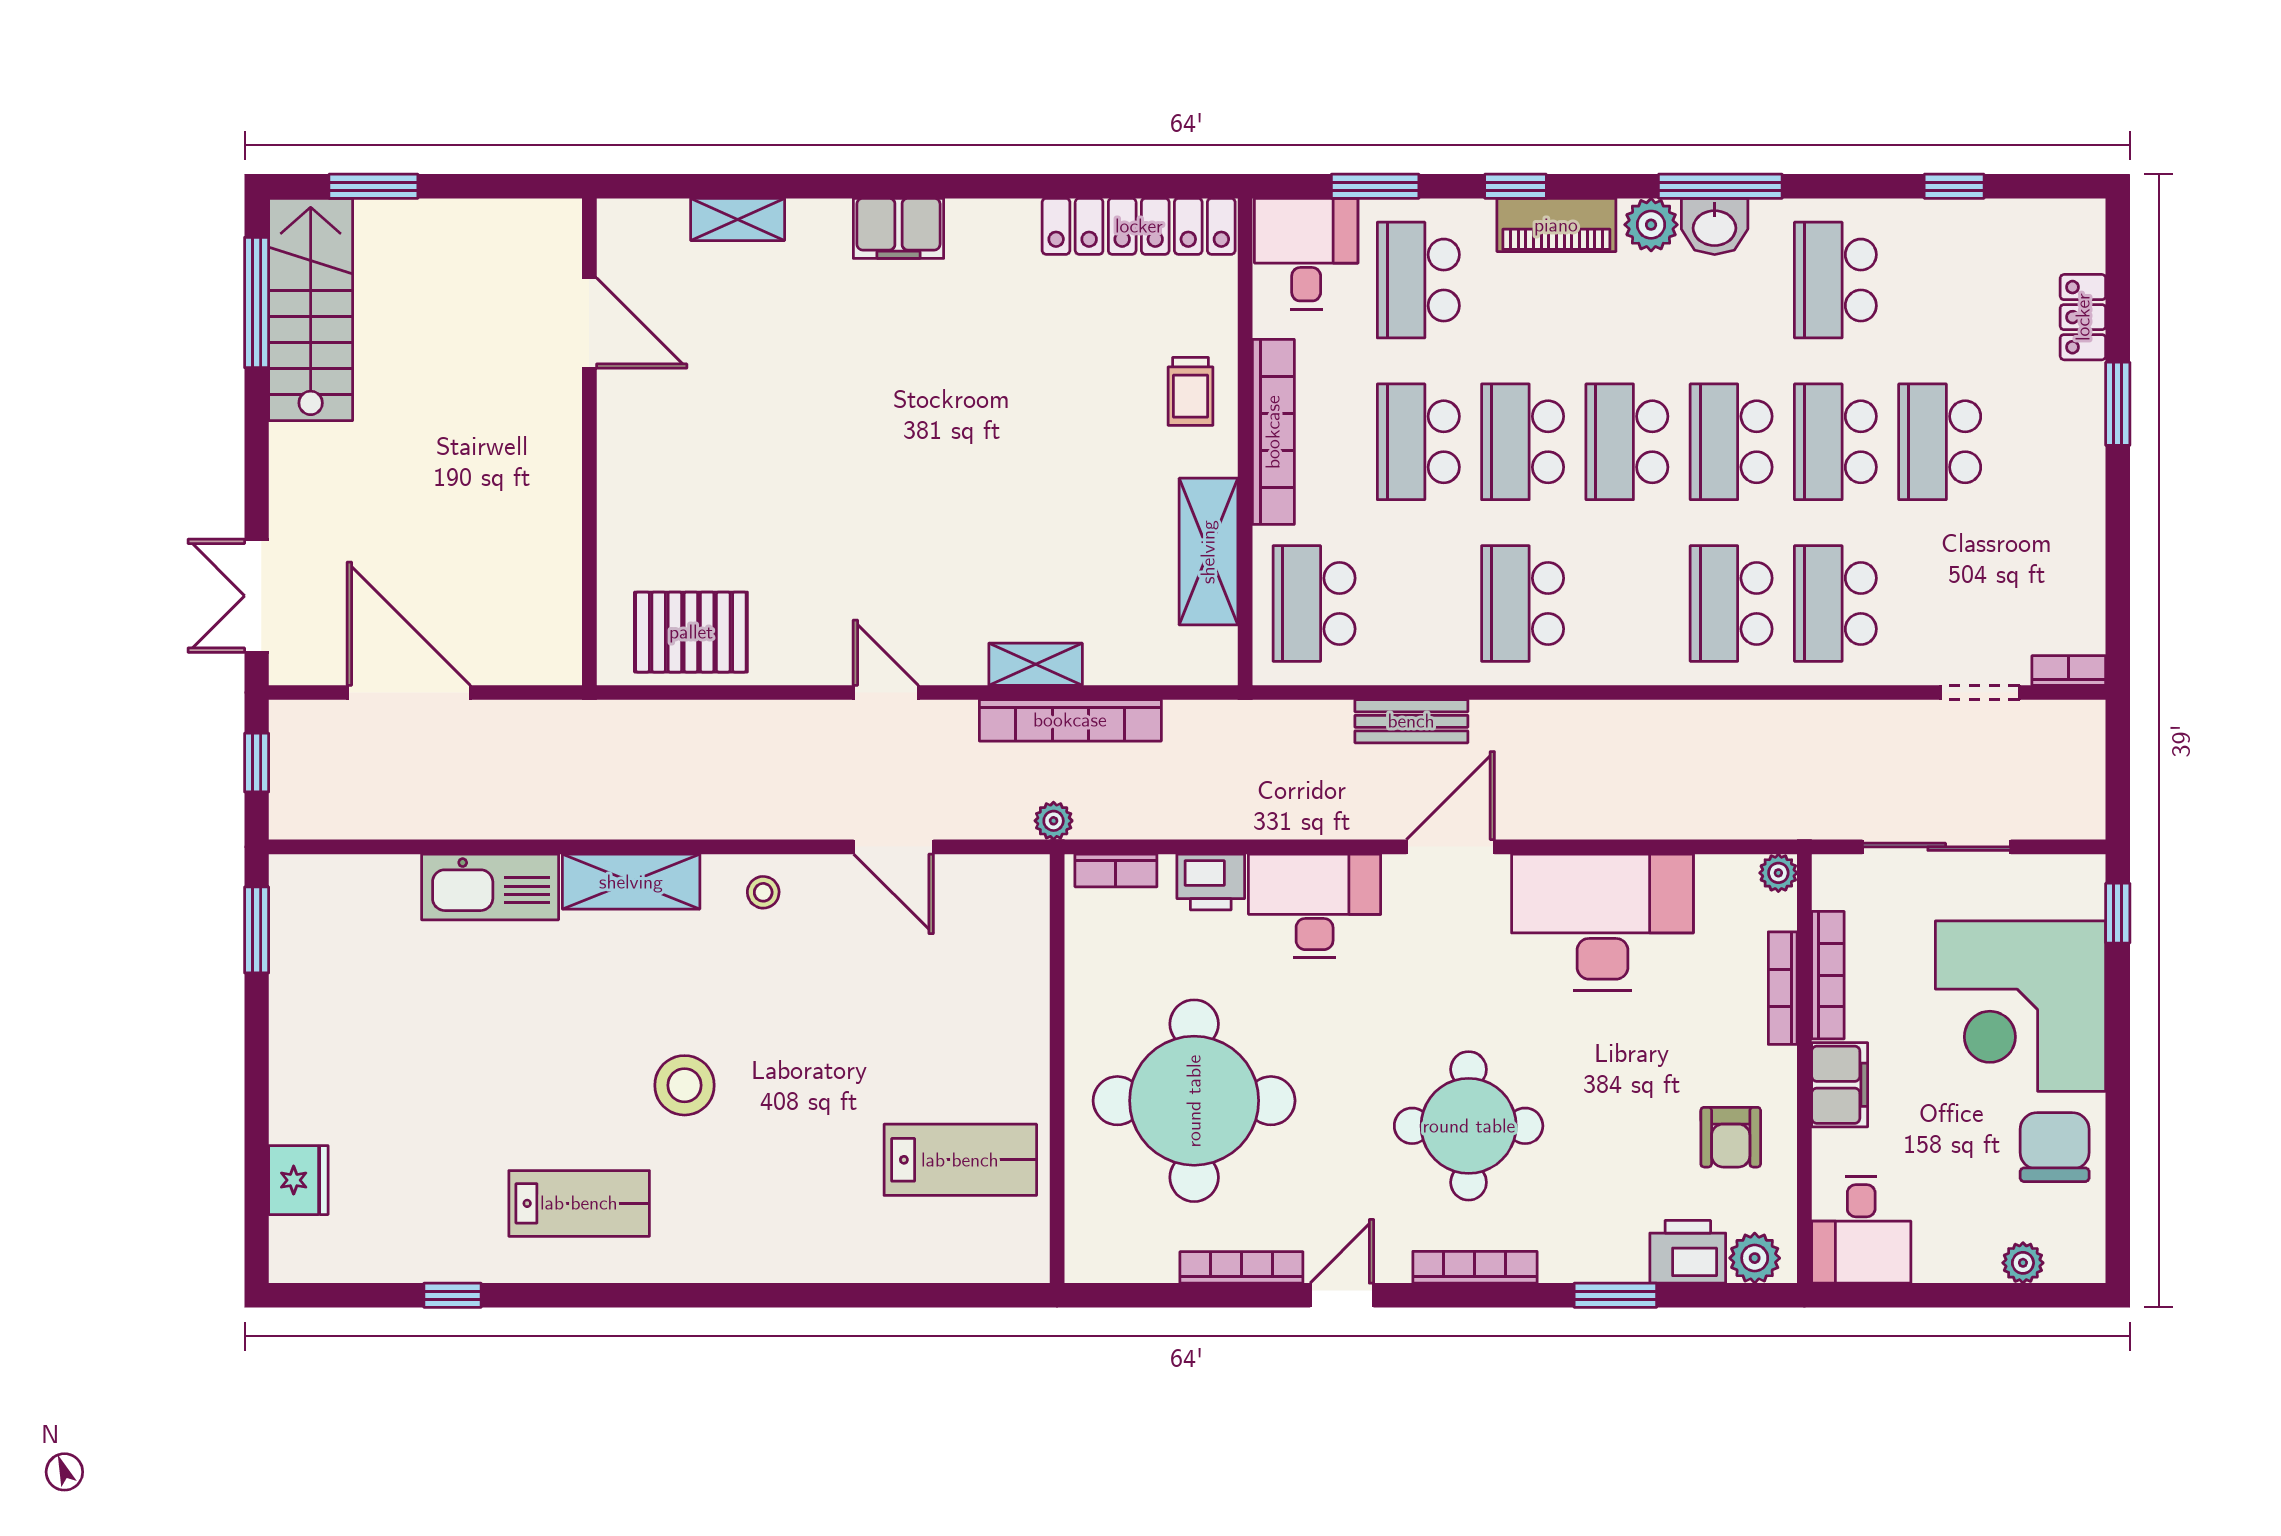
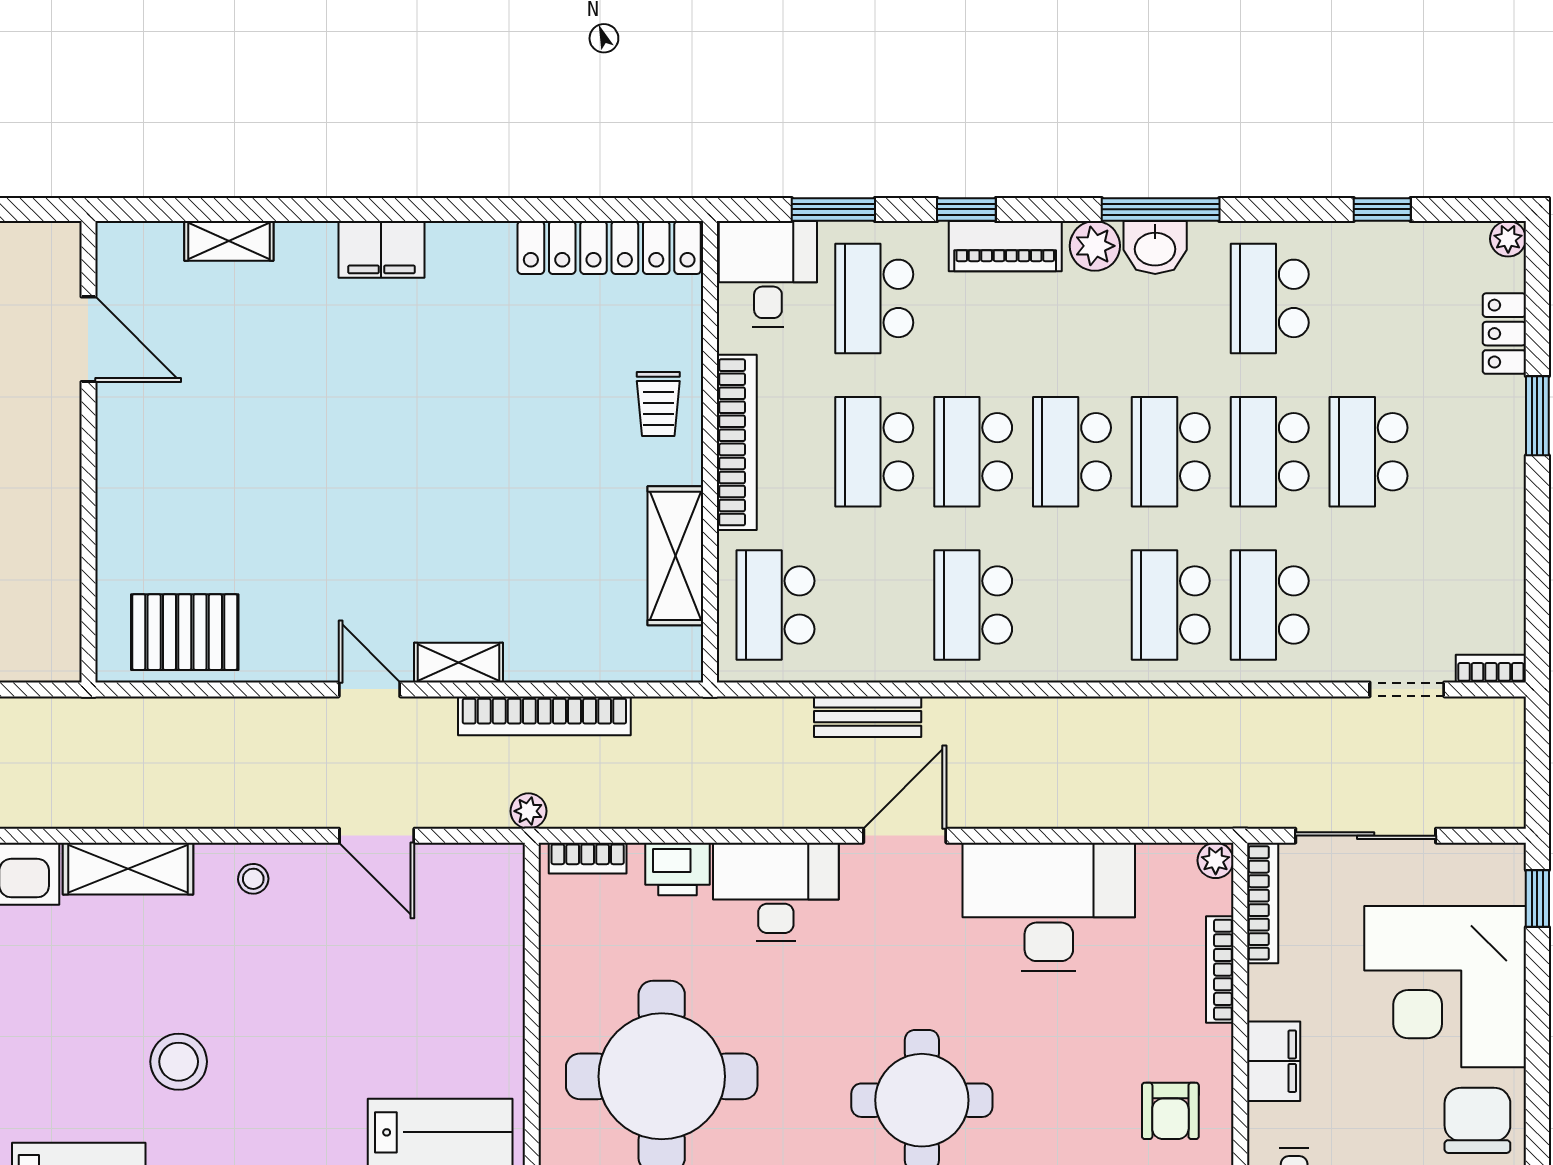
plant: (2087, 217) -> (1508, 239), added
shelving: (1036, 664) -> (458, 663), moved
bookcase: (1828, 975) -> (1263, 903), moved

